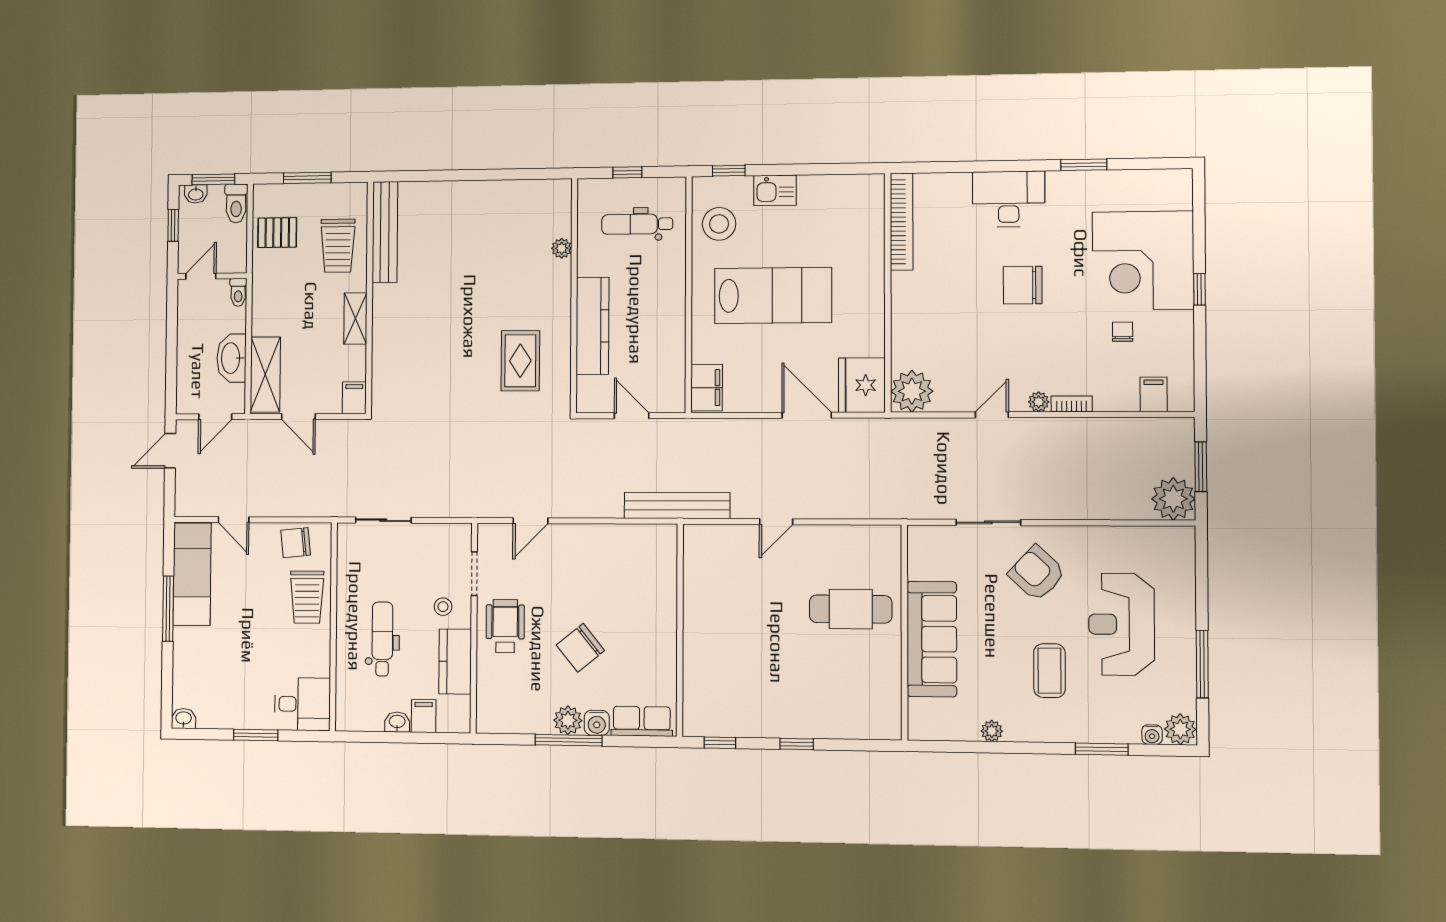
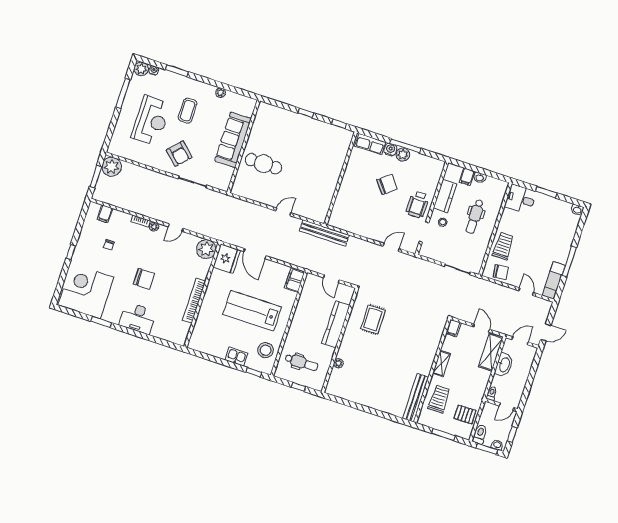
bookcase: (902, 222) -> (194, 301), moved
corner desk: (1143, 260) -> (86, 291), moved, turned -90
exam couch: (192, 574) -> (554, 280), width x0.73, depth x0.69

